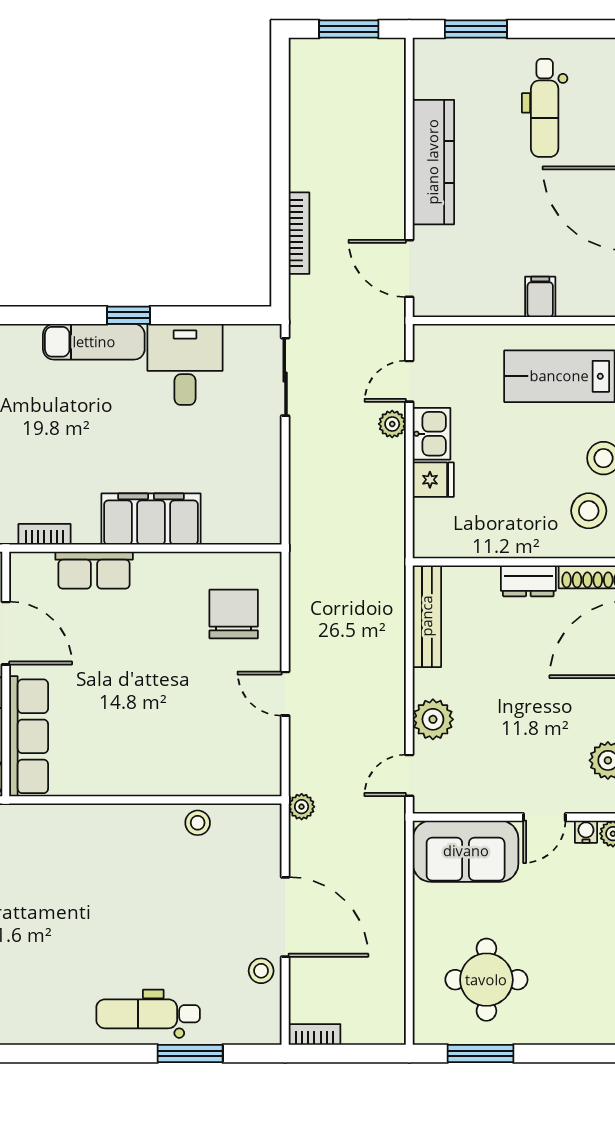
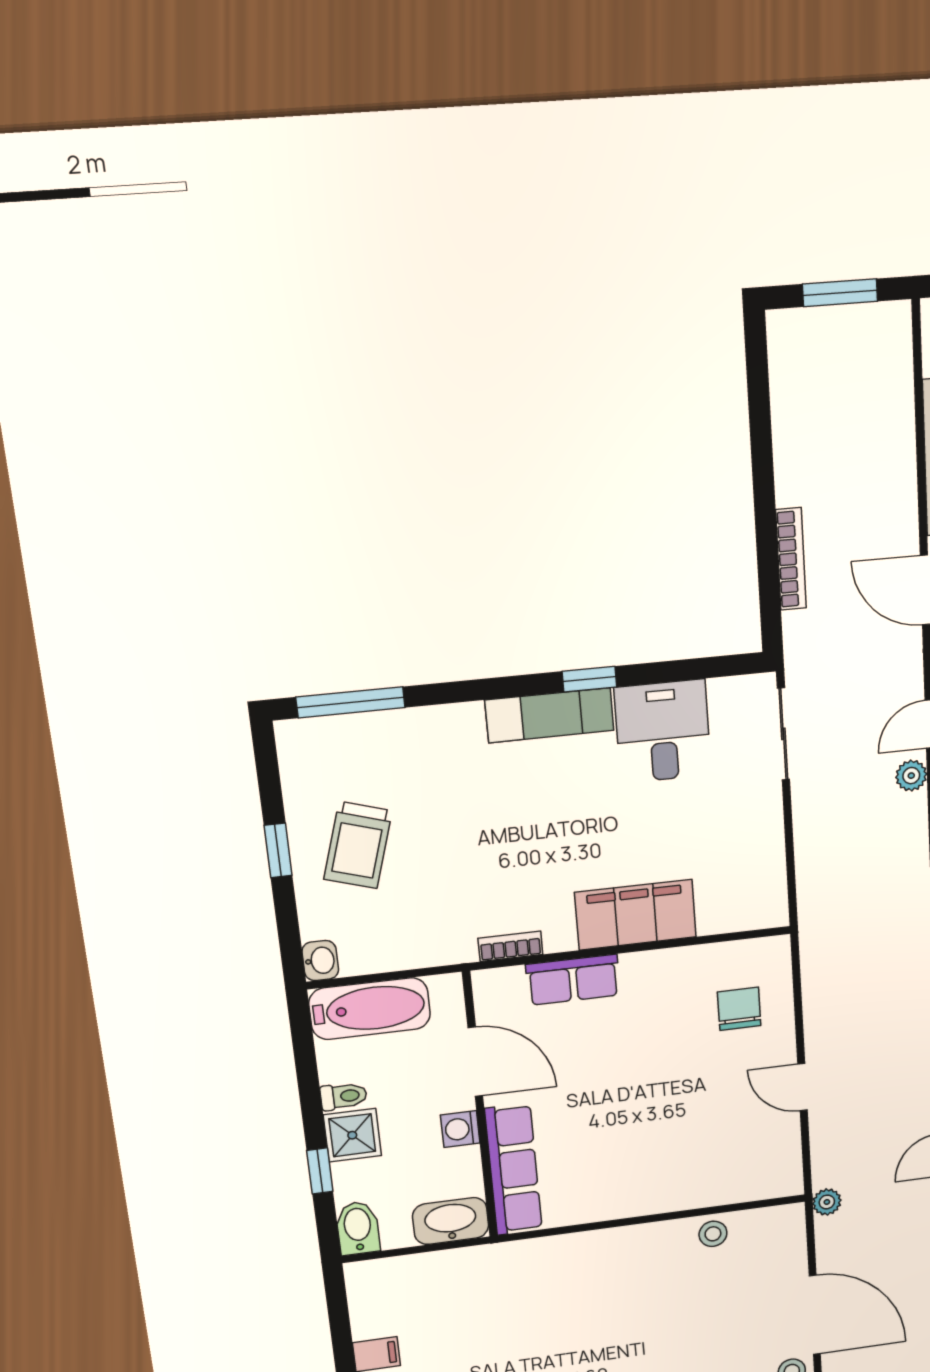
chair: (234, 614) -> (739, 1009), width x0.73, depth x0.73

